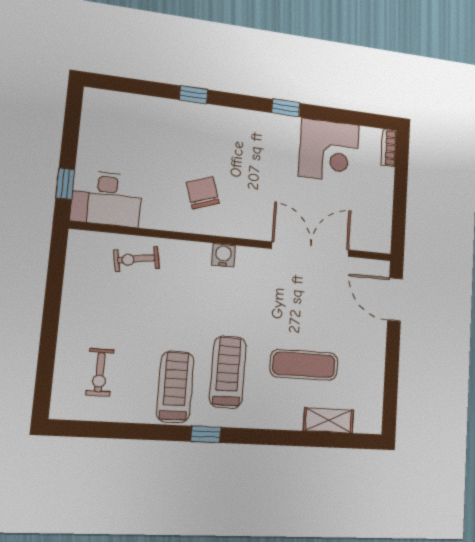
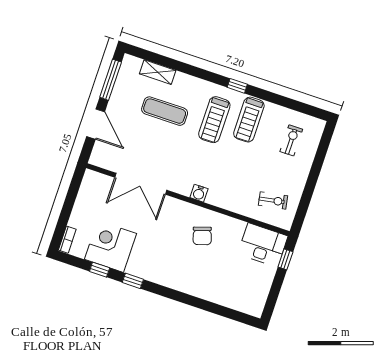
window: (194, 95) -> (100, 270), moved
exercise bike: (136, 259) -> (273, 200), moved
door: (395, 299) -> (96, 124), moved
window: (391, 389) -> (111, 80), added

